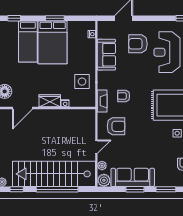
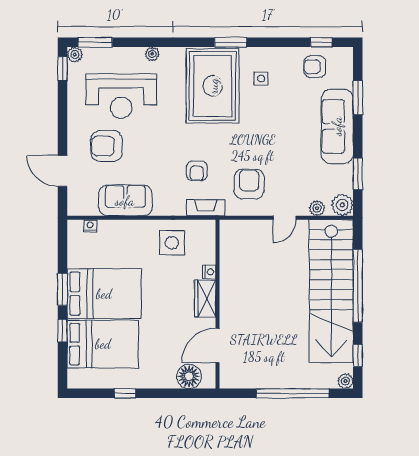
window: (14, 18) -> (62, 331), moved
bed: (28, 42) -> (103, 344), width x1.50
armchair: (138, 44) -> (107, 146), turned 90
door: (22, 108) -> (218, 346), swing flipped
door: (96, 147) -> (284, 218), swing flipped
sofa: (133, 177) -> (337, 126), moved
window: (135, 189) -> (358, 174), moved

